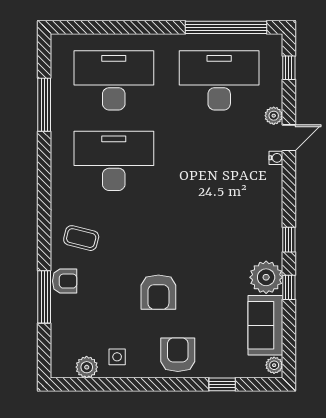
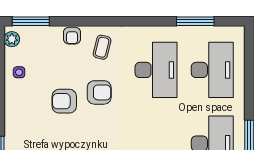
window: (44, 297) -> (31, 21), moved
armchair: (178, 355) -> (99, 92), moved
plant: (87, 367) -> (12, 39), moved

